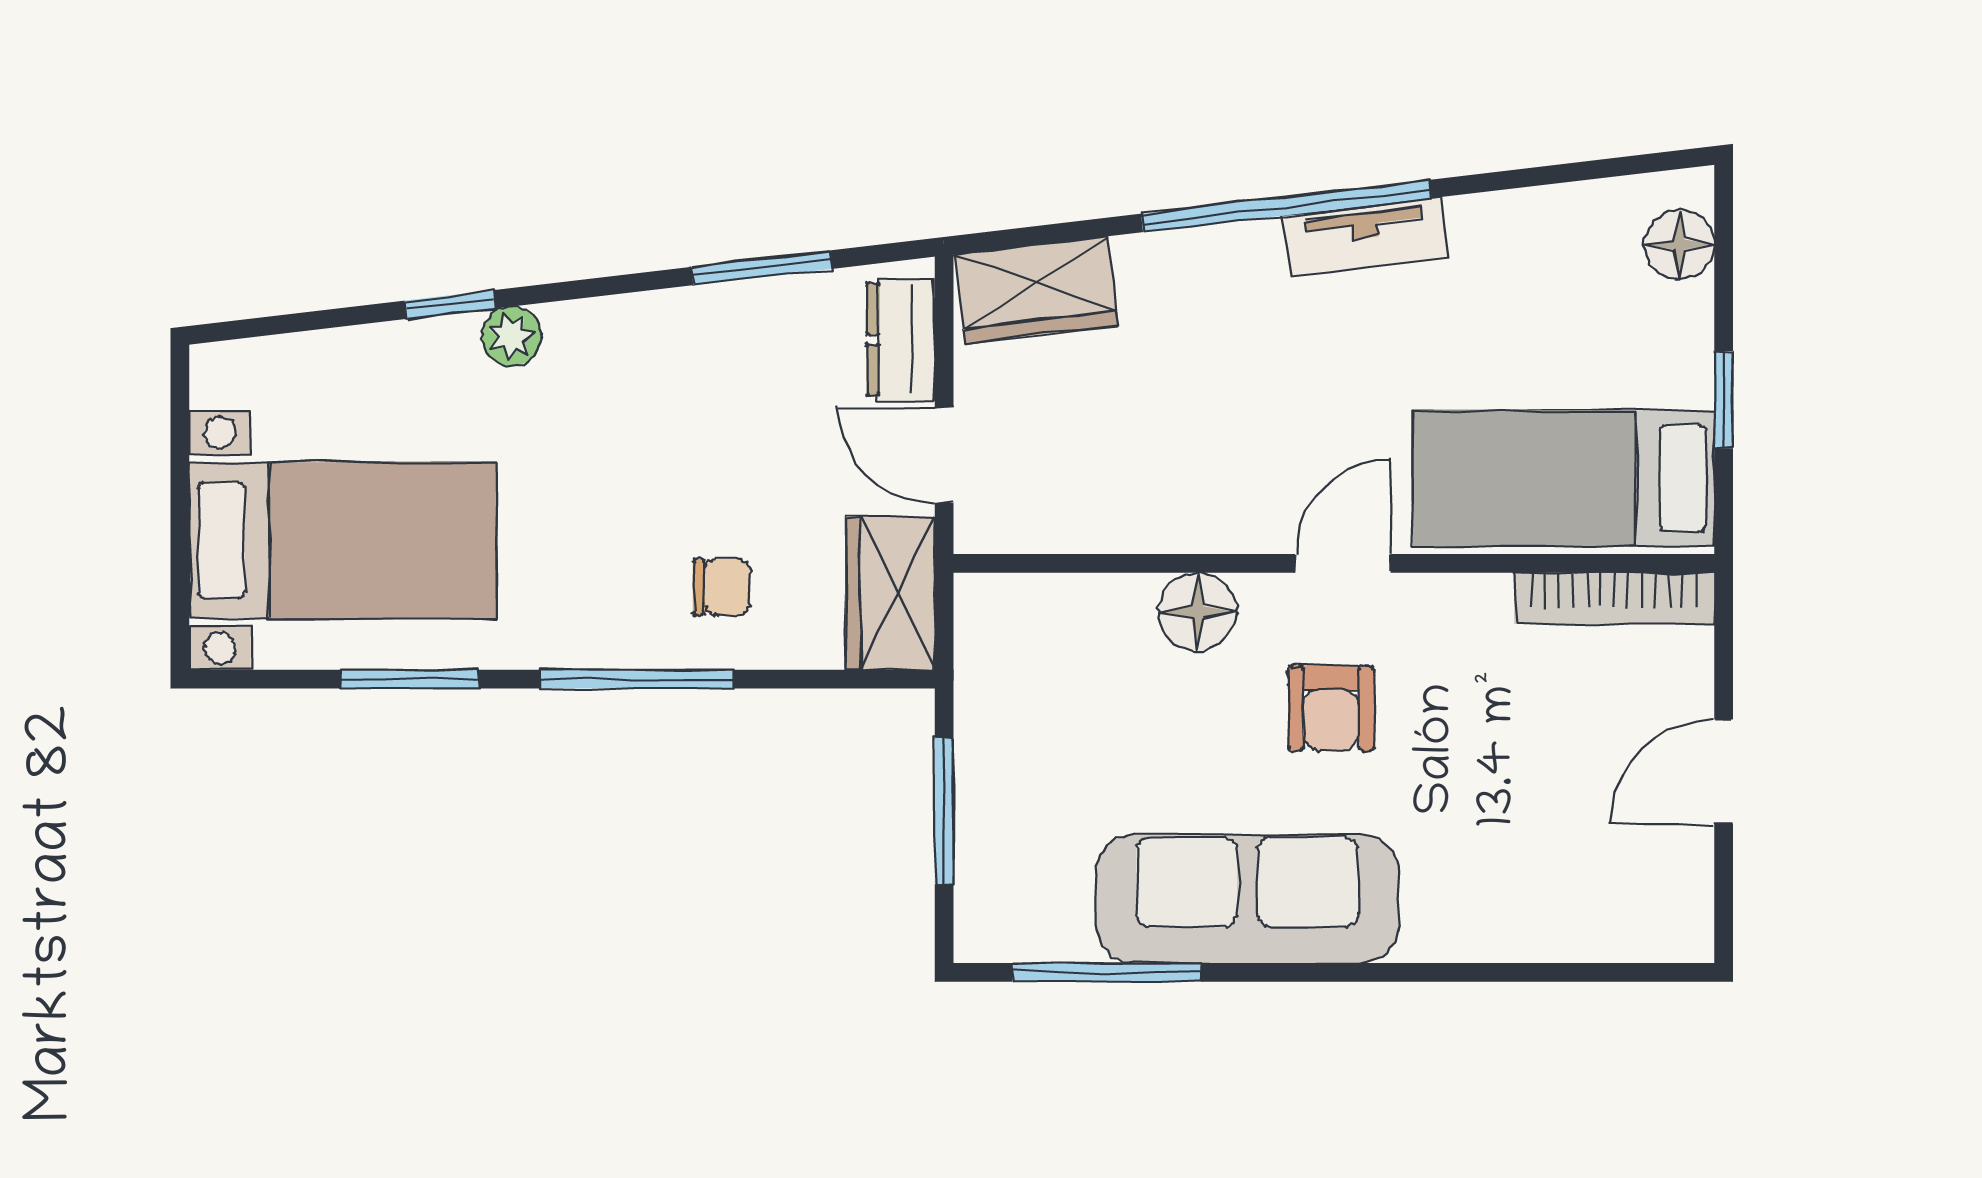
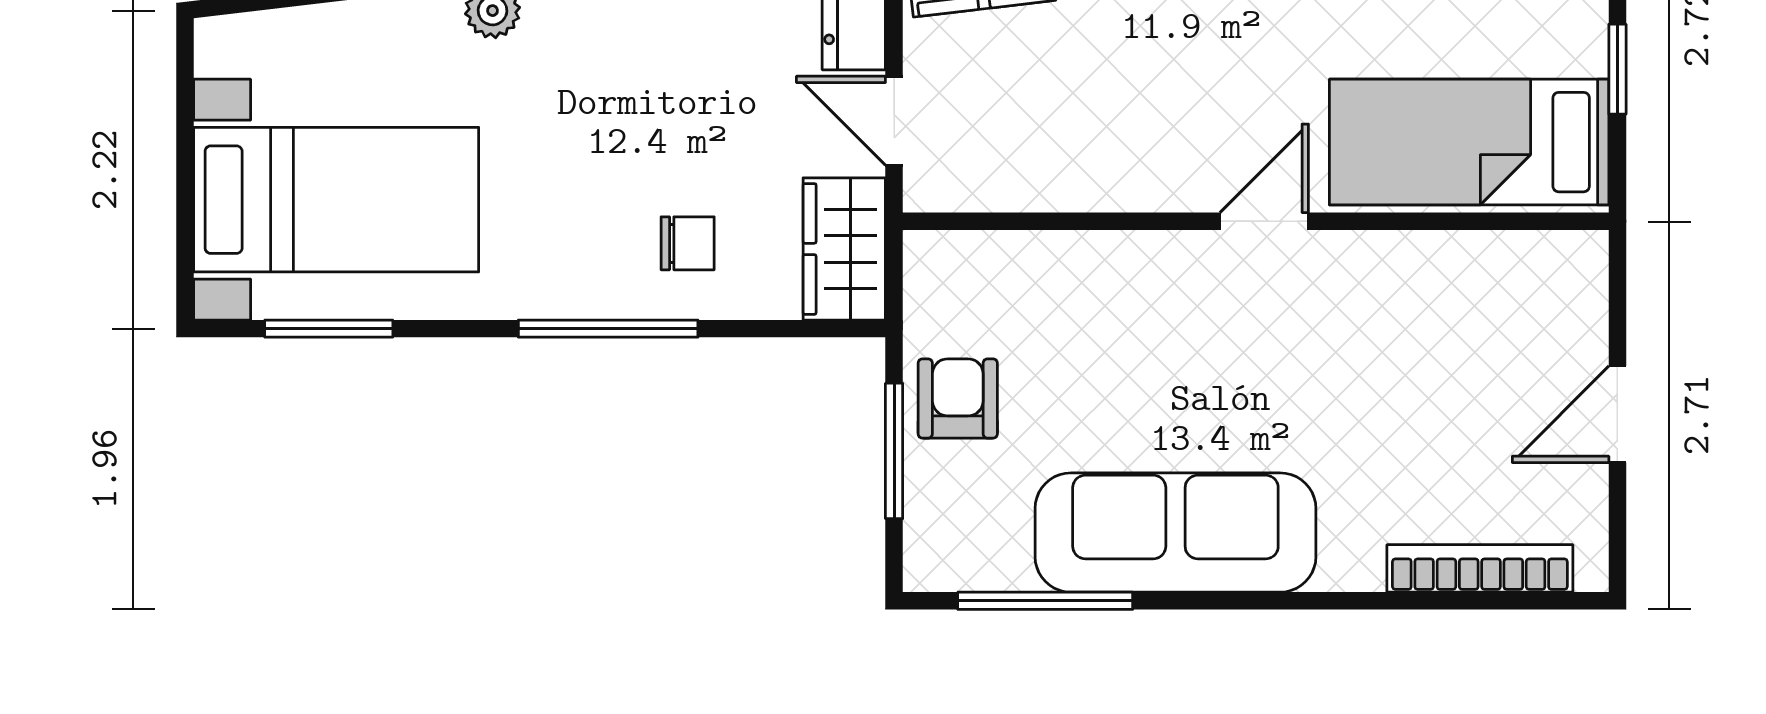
bookcase: (1614, 598) -> (1480, 568), moved, turned 180
floor lamp: (1197, 612) -> (1129, 266), removed
window: (410, 679) -> (329, 329), moved
armchair: (1331, 708) -> (958, 398), moved, turned 180

